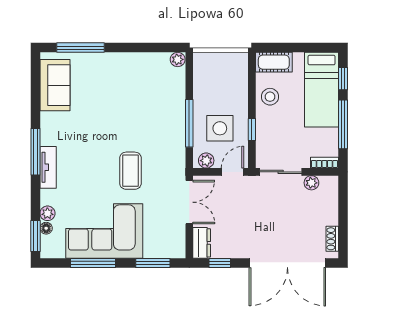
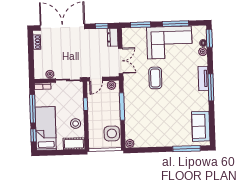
side table: (220, 128) -> (112, 133), moved
double door: (189, 202) -> (121, 61), swing flipped

